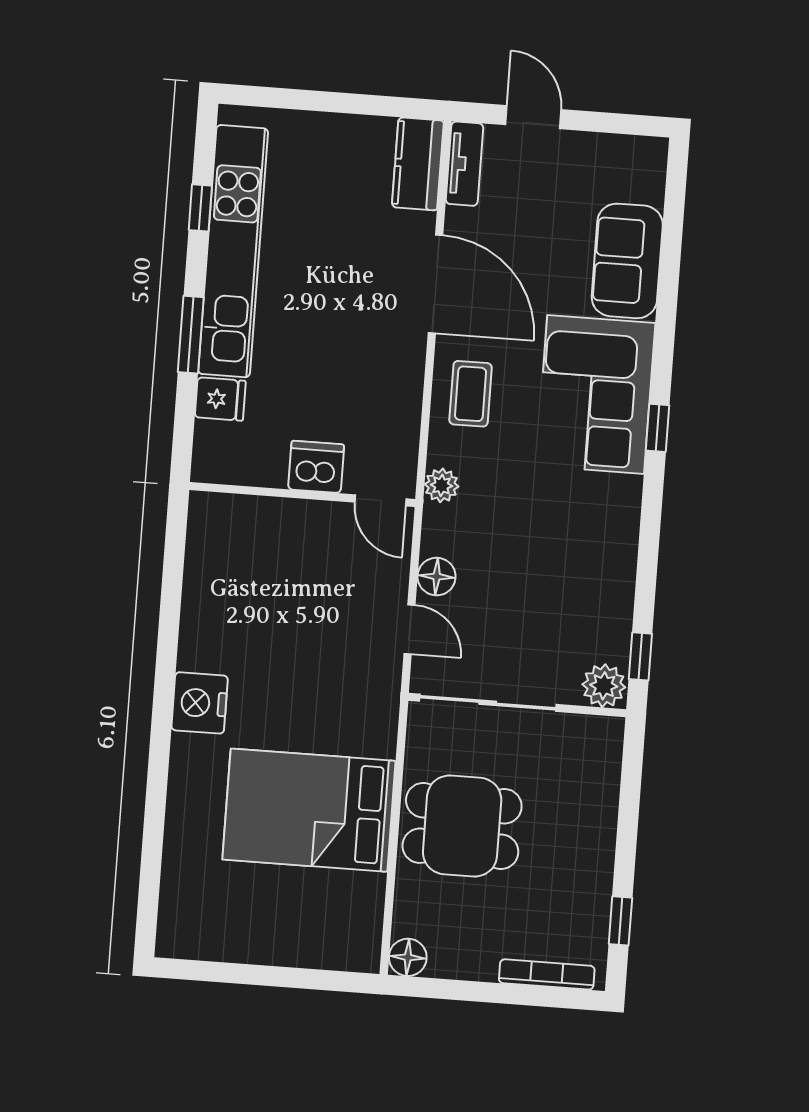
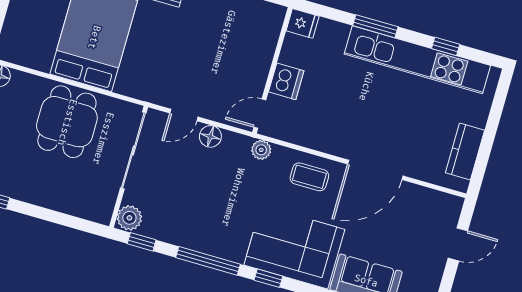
kitchen counter: (418, 164) -> (465, 151), moved, turned -90
tv unit: (464, 164) -> (440, 200), removed
fridge: (220, 399) -> (303, 23), moved, turned -90
window: (649, 537) -> (208, 261), added

